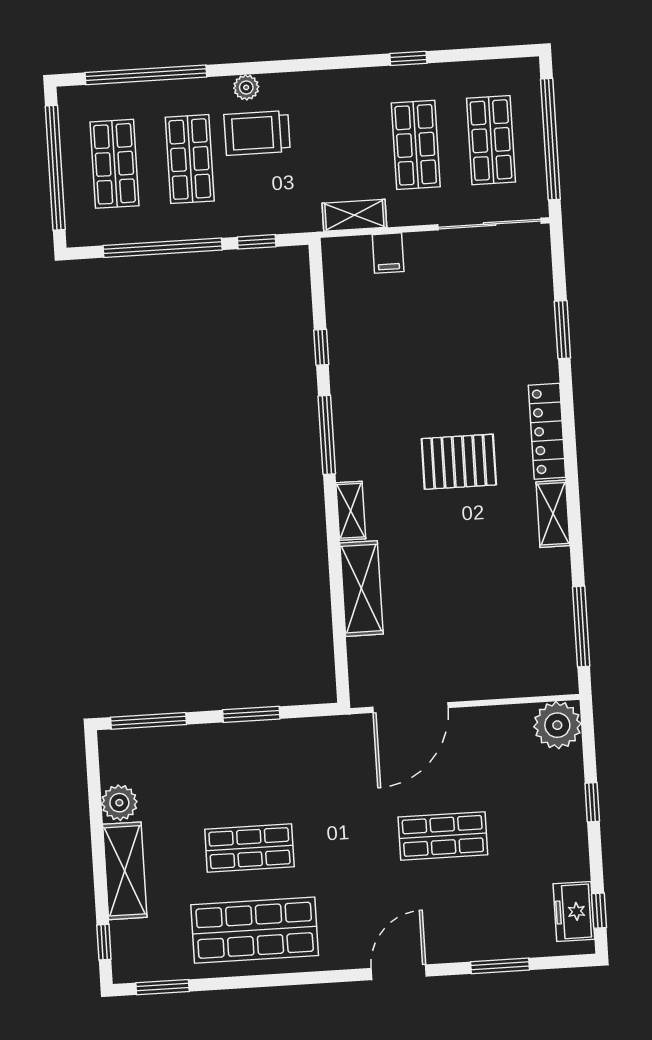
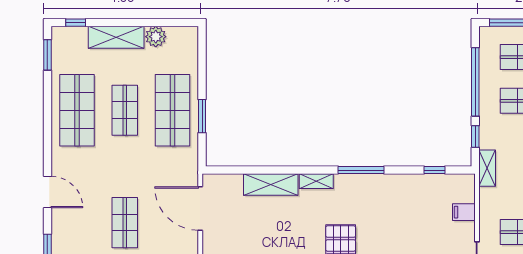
shelving: (354, 215) -> (487, 168), moved
window: (321, 347) -> (434, 170), moved
window: (149, 721) -> (202, 56), removed
shop shelf: (244, 766) -> (172, 110), added

